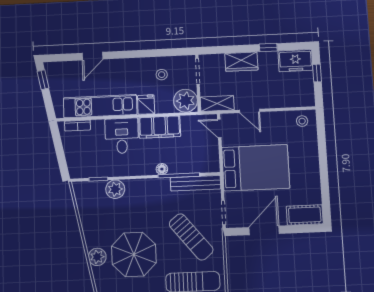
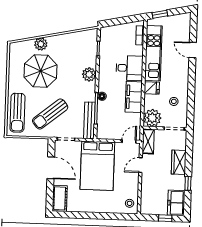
window: (43, 80) -> (160, 14), moved
plant: (115, 189) -> (89, 74), moved

